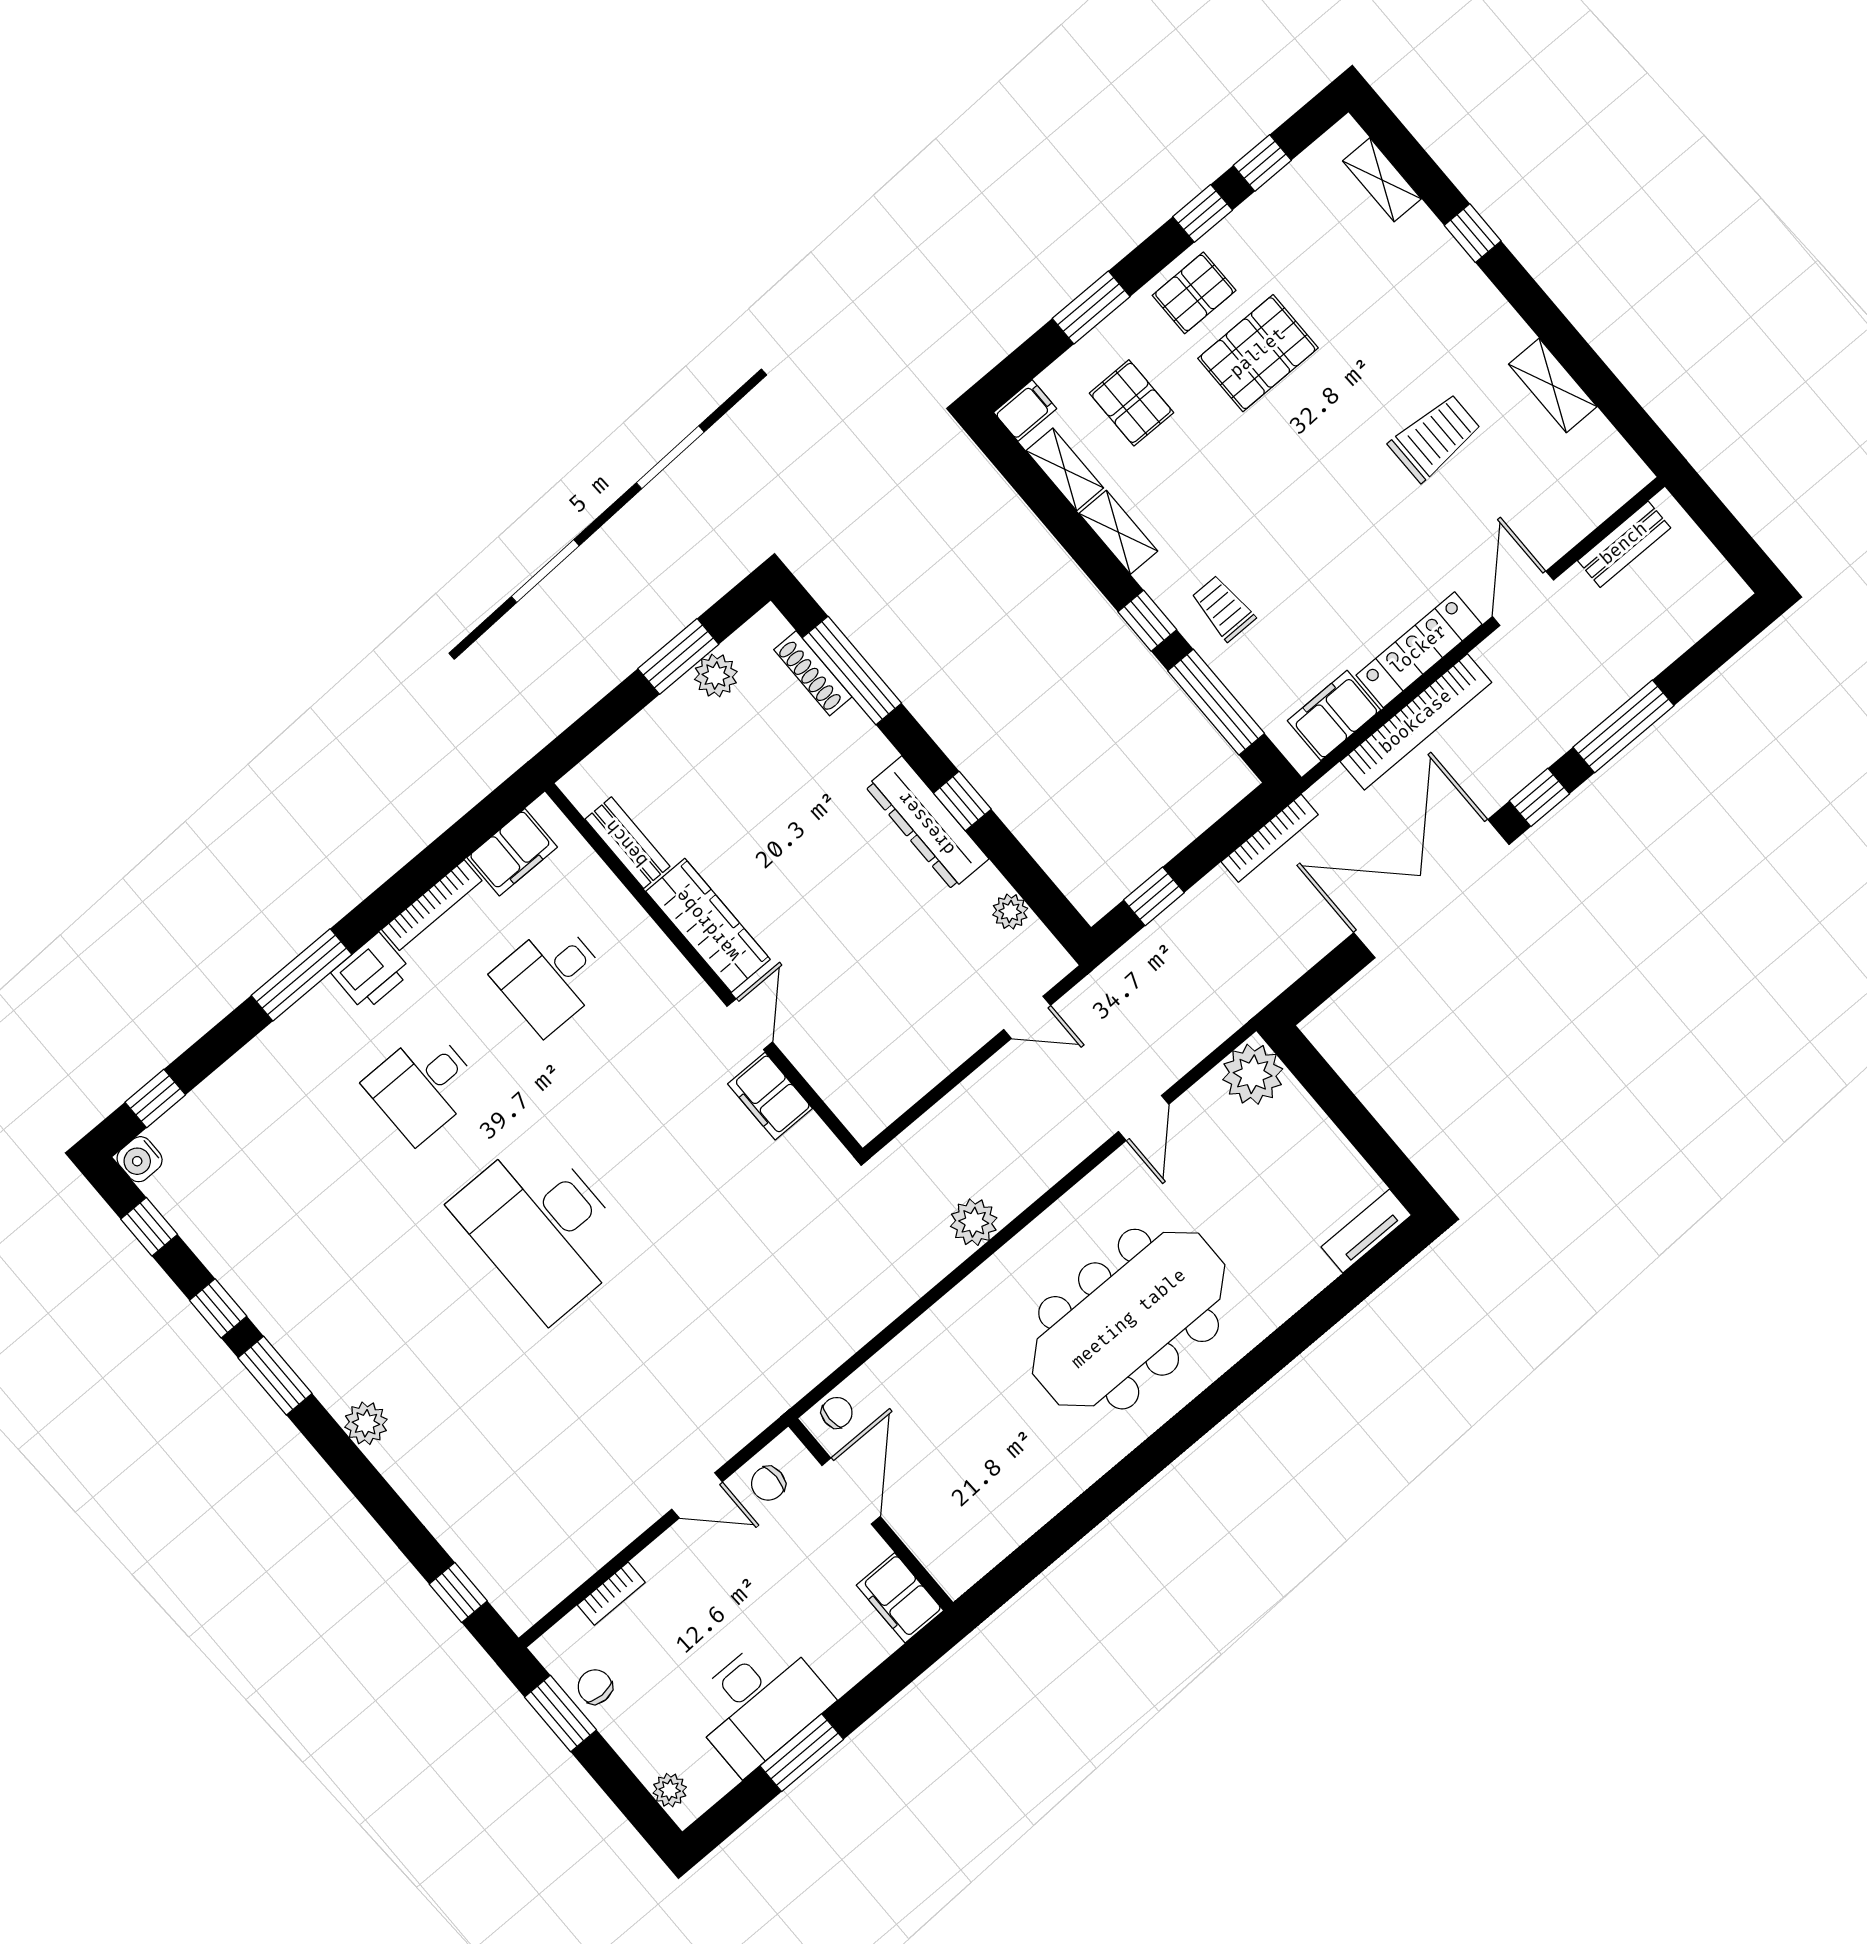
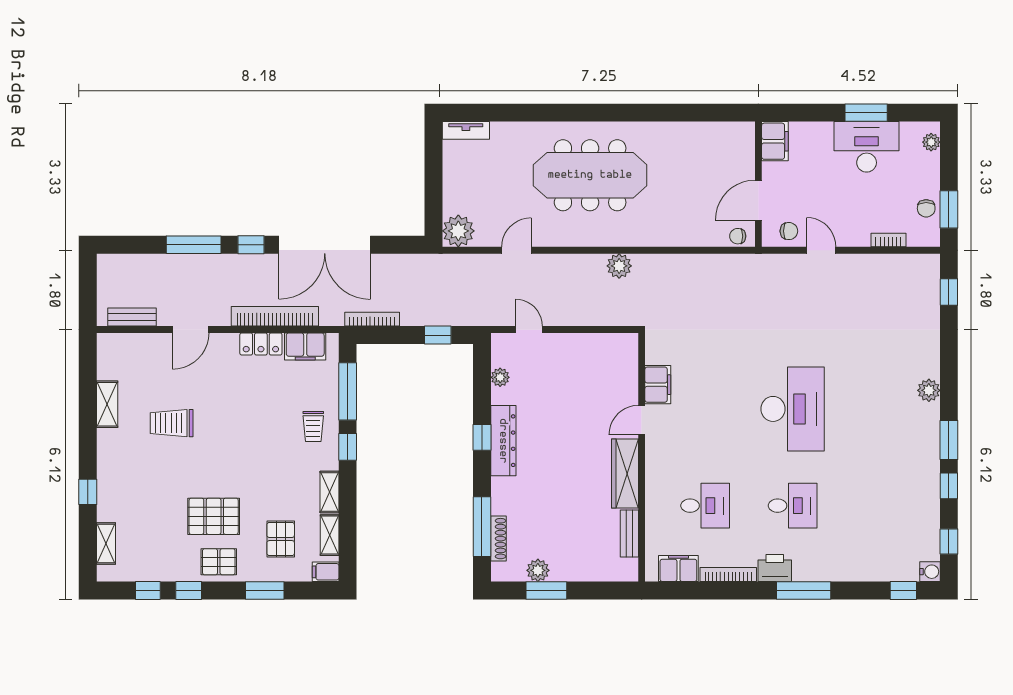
locker: (1419, 650) -> (261, 344), width x0.66

